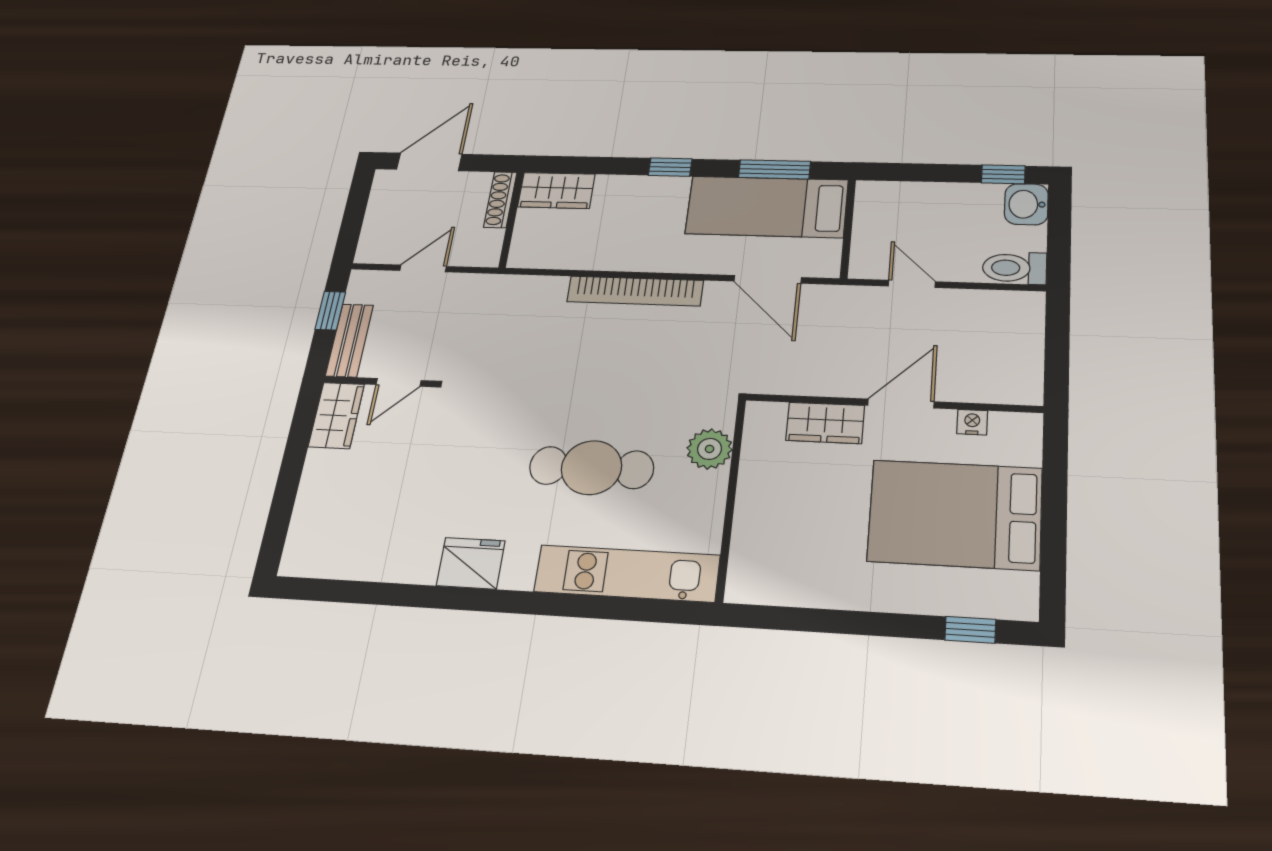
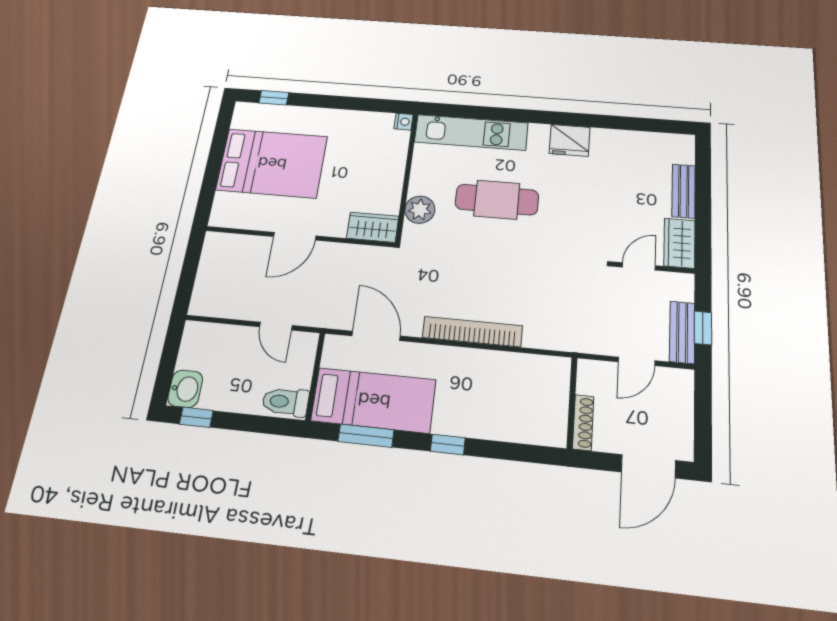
wardrobe: (556, 190) -> (538, 428), removed
toilet: (1015, 268) -> (285, 402), moved, turned 180
bench: (350, 340) -> (682, 332), moved
nightstand: (972, 422) -> (404, 122), moved, turned -90
wardrobe: (825, 423) -> (373, 227), moved
bench: (314, 489) -> (684, 191), added

